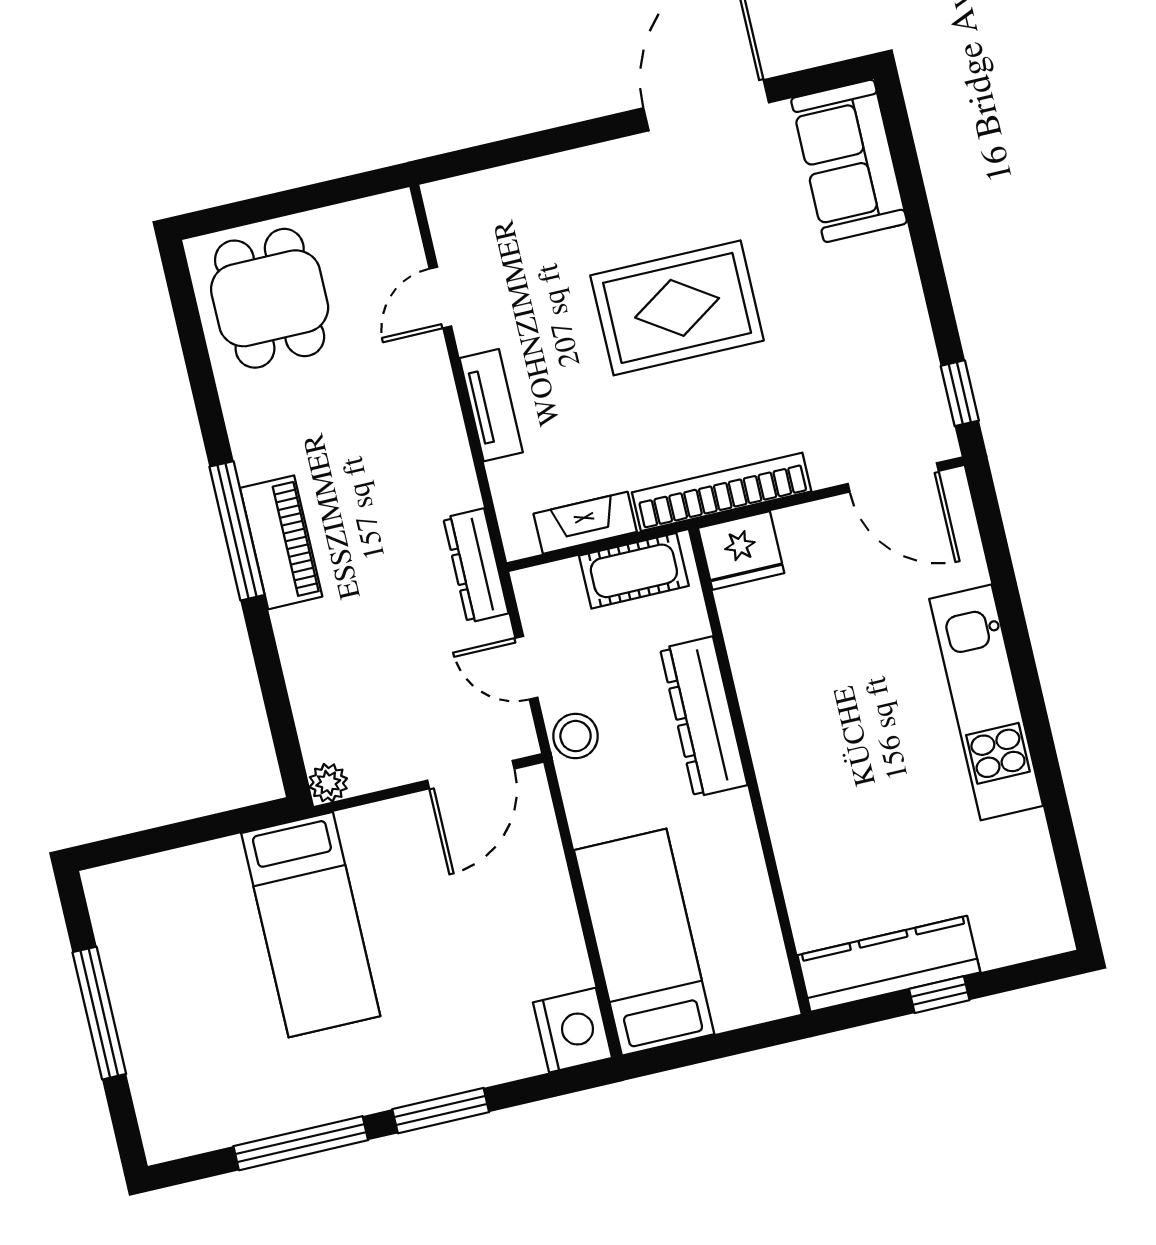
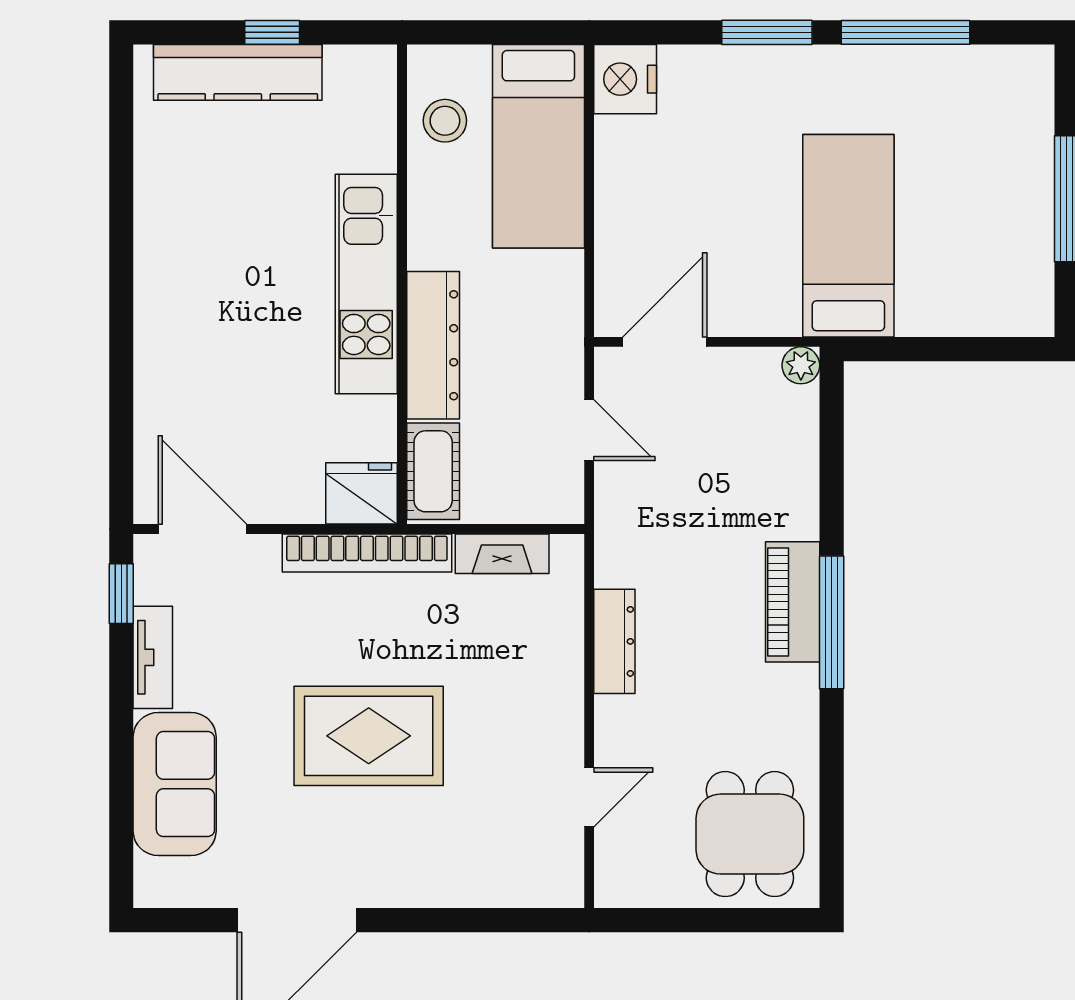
sofa: (849, 161) -> (175, 784), moved
tv unit: (491, 405) -> (153, 657), moved, turned 180
dresser: (476, 566) -> (614, 641), moved
cot: (634, 571) -> (433, 471), moved, turned 90
kitchen unit: (986, 702) -> (366, 284), moved, turned 180
stool: (576, 736) -> (445, 121), moved
kitchen counter: (889, 964) -> (238, 72), moved

